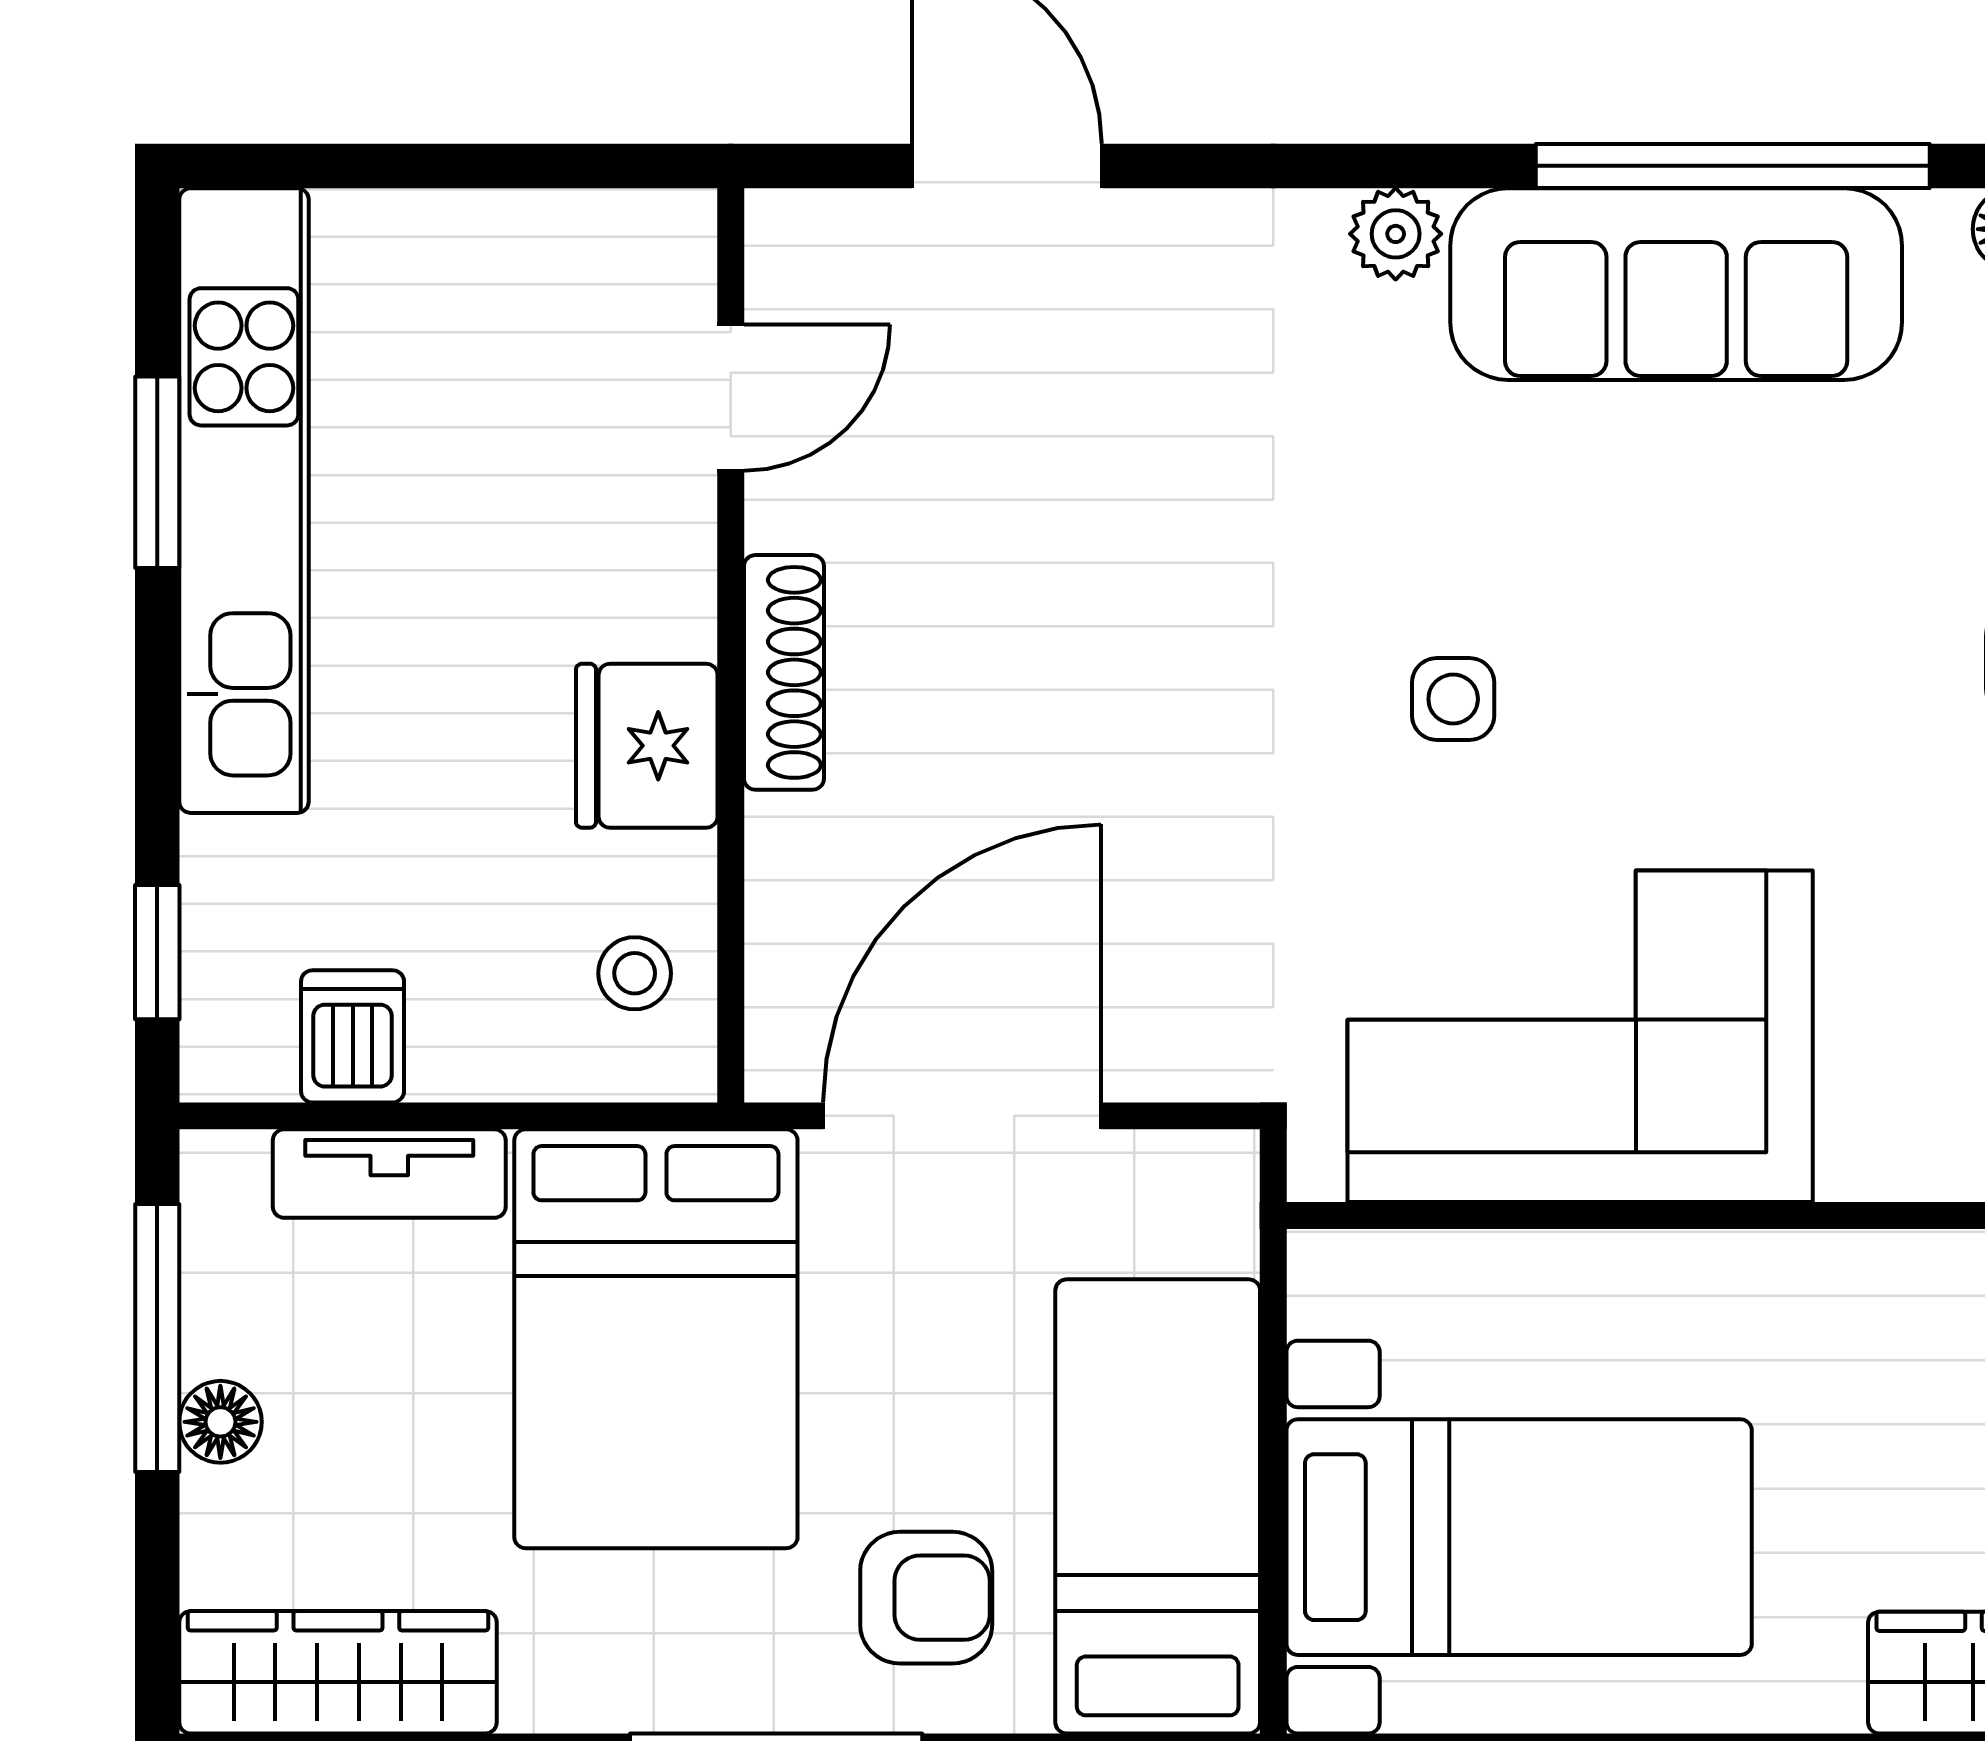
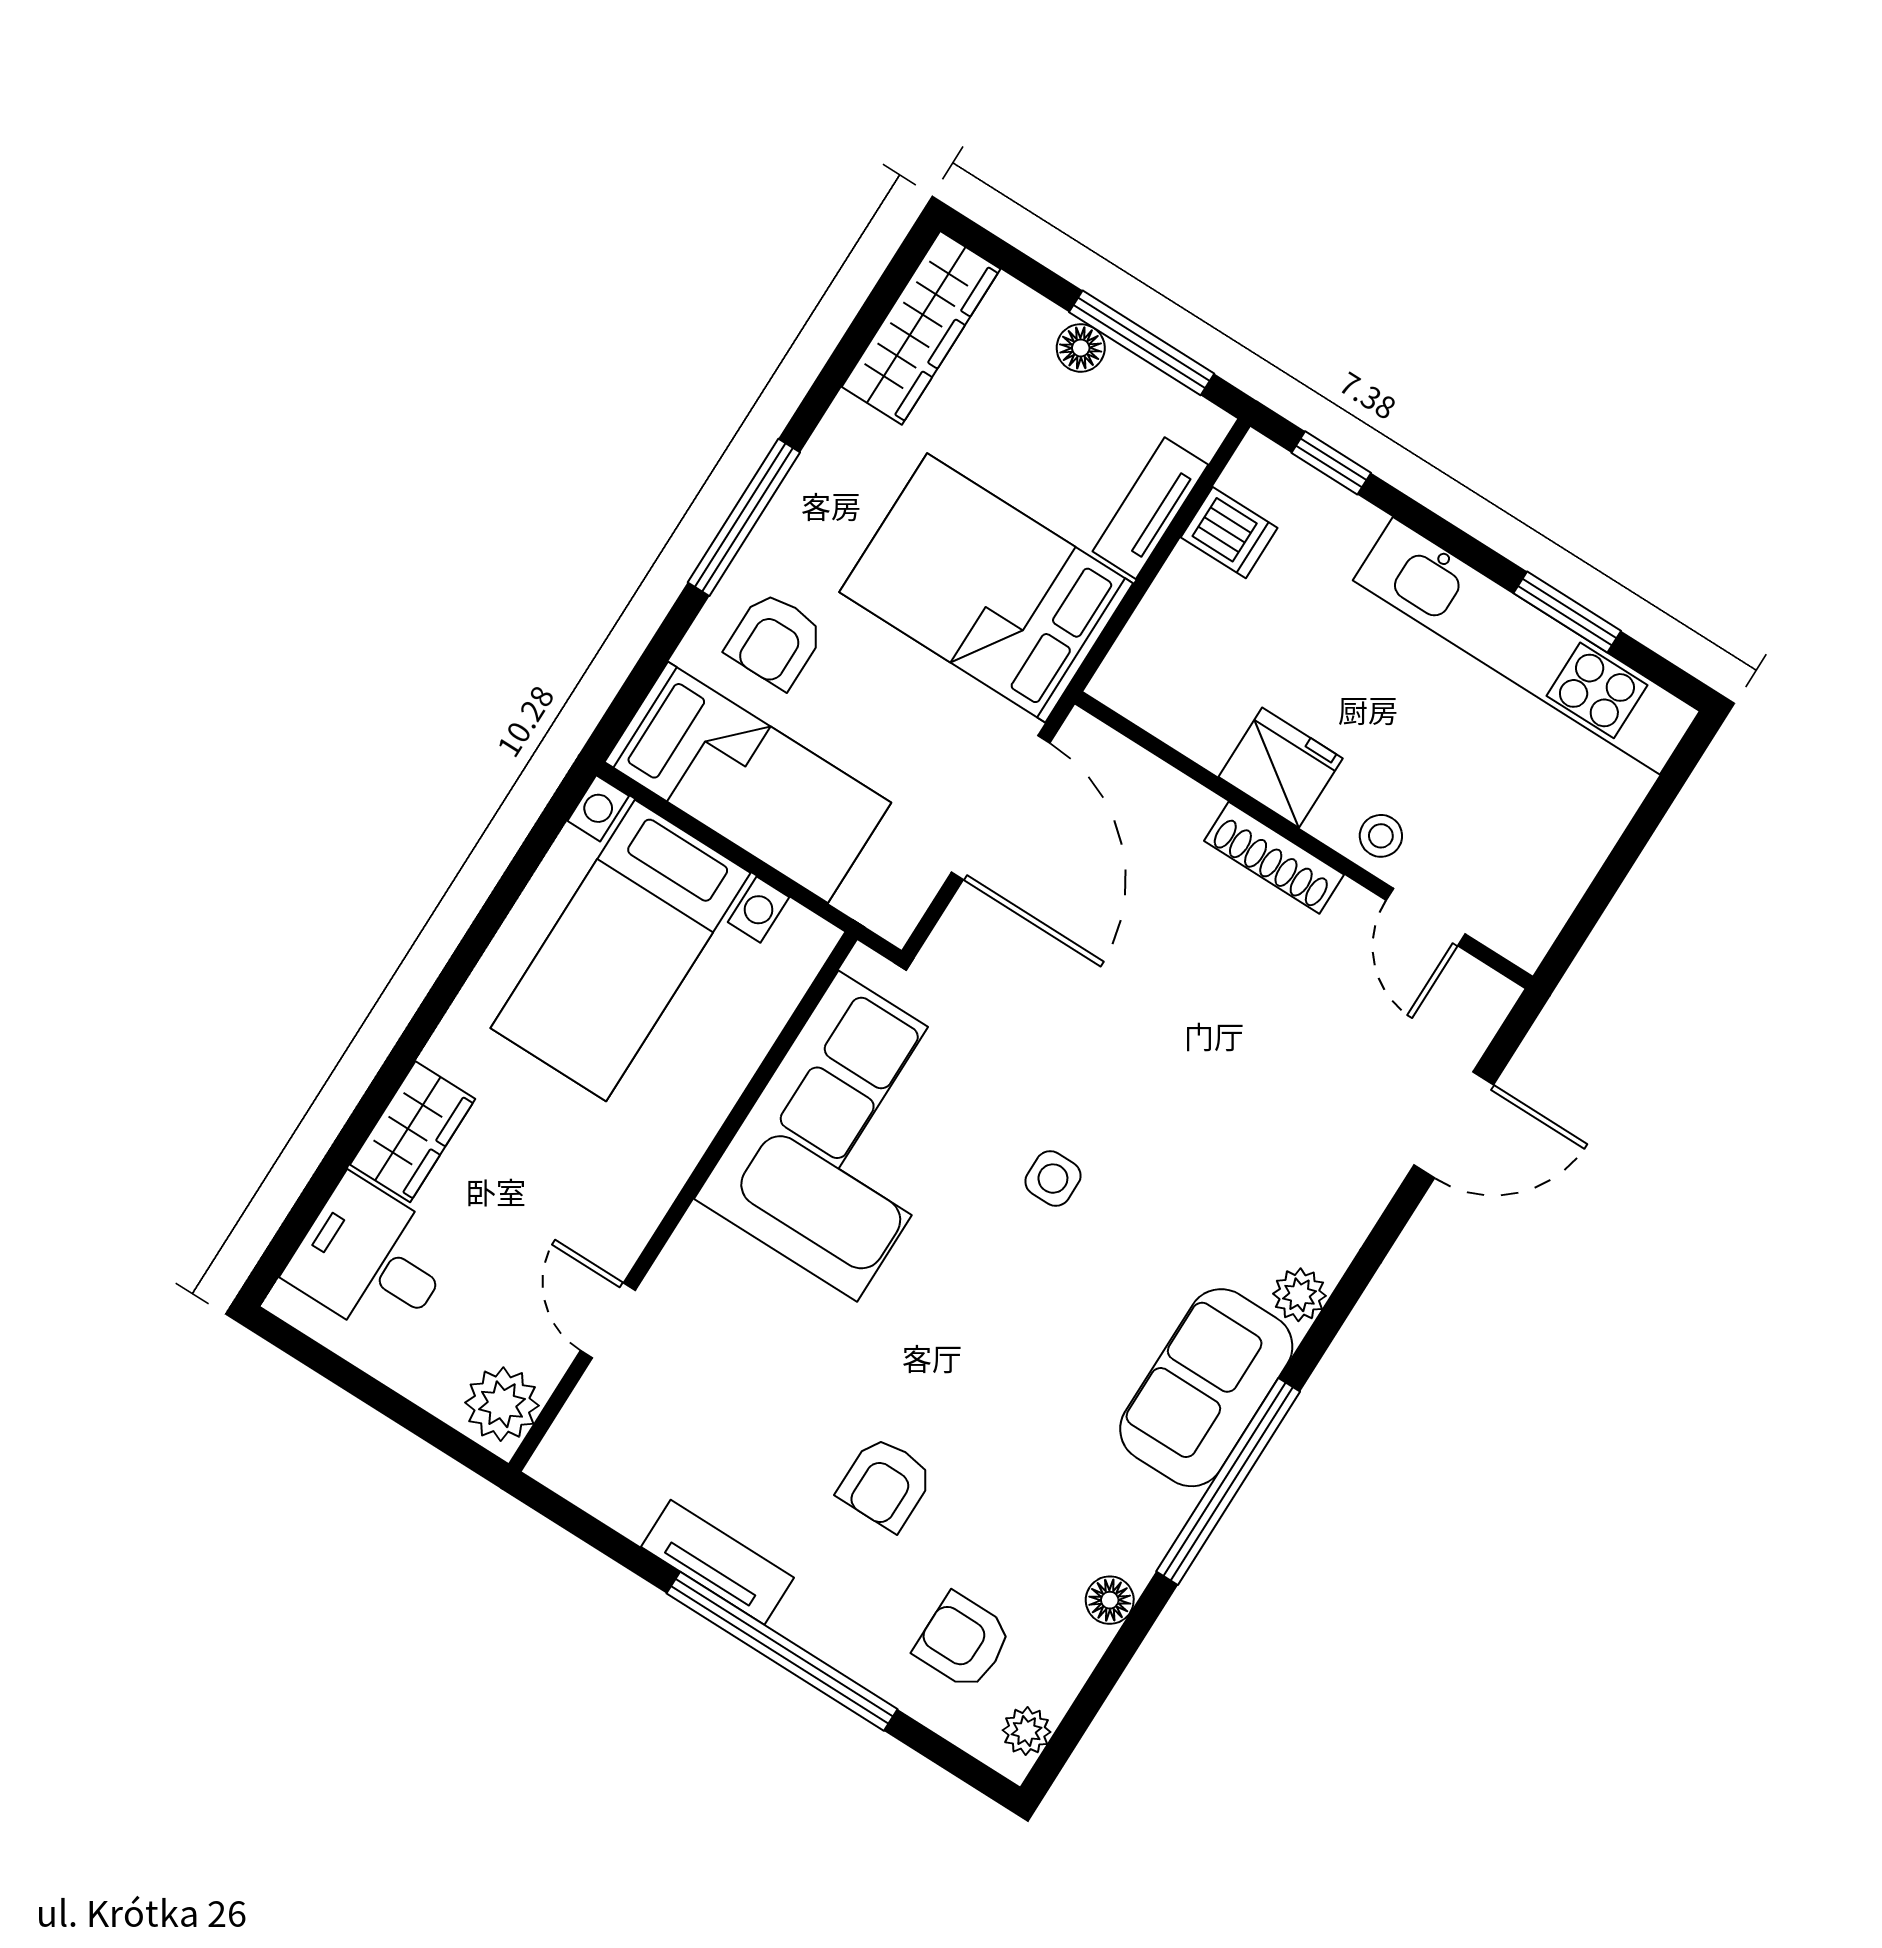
sofa: (1676, 284) -> (1206, 1388), width x0.73
stool: (635, 973) -> (1381, 836), moved

